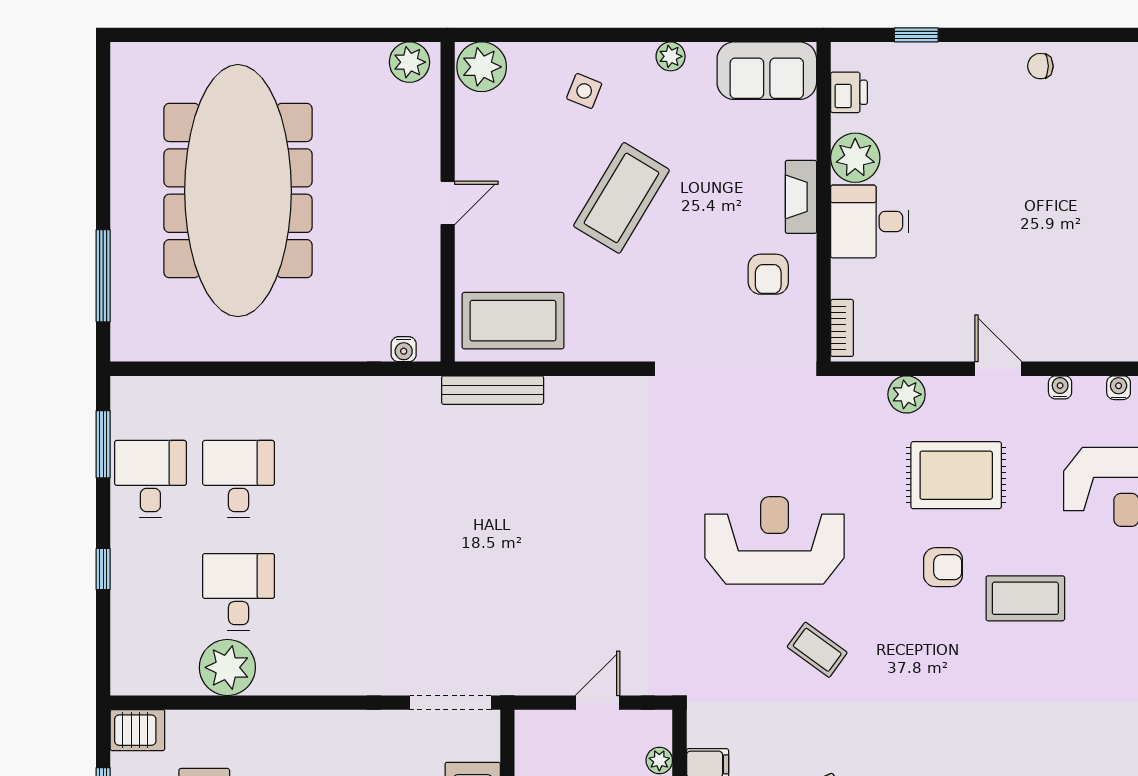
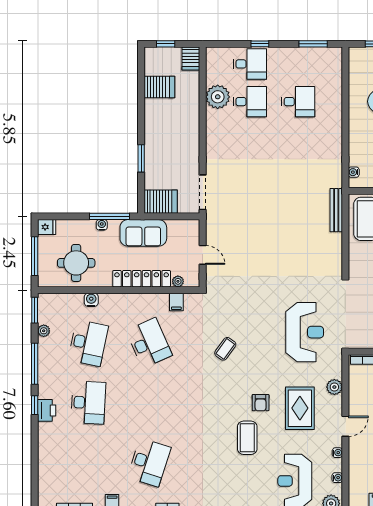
desk: (150, 479) -> (250, 64), moved
reception desk: (775, 540) -> (305, 332), moved

